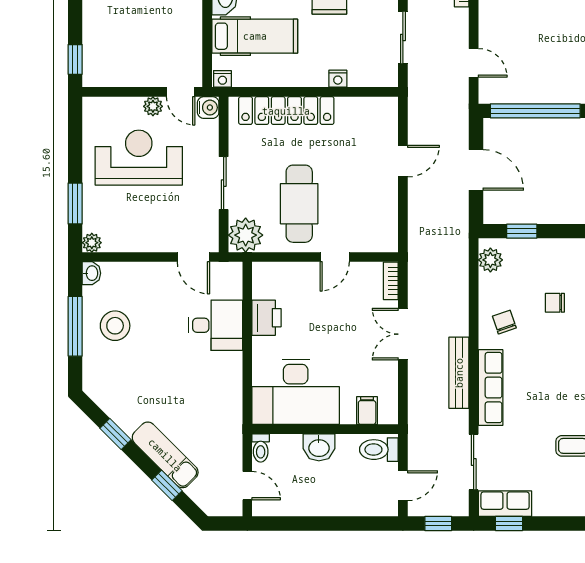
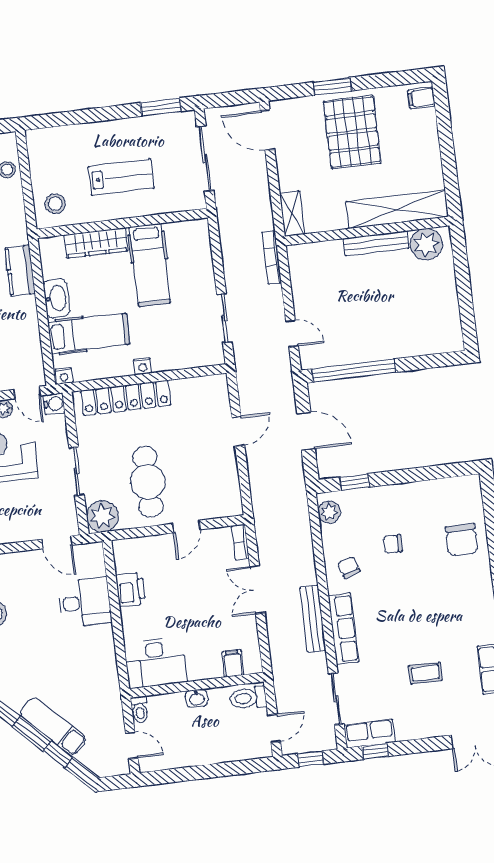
nightstand: (338, 79) -> (143, 366), moved
desk: (296, 392) -> (156, 662), width x0.73, depth x0.77
washbasin: (319, 447) -> (197, 698), width x0.72, depth x0.69

